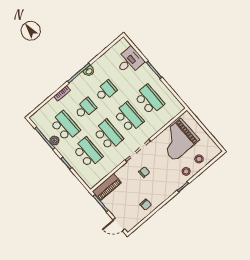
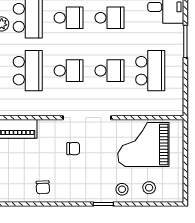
school desk: (129, 117) -> (109, 71), width x0.54
school desk: (108, 135) -> (69, 71), width x0.54

